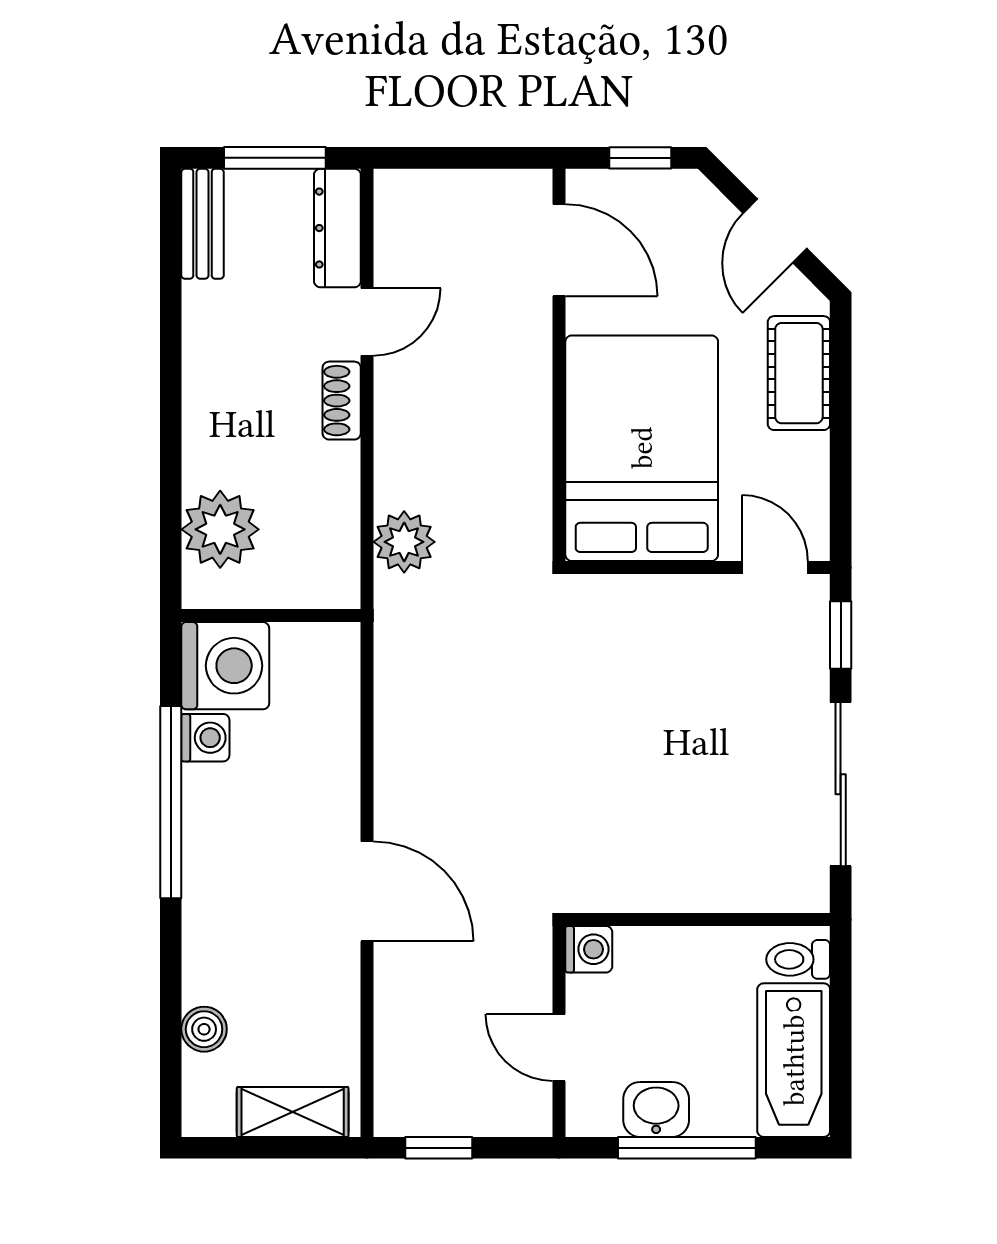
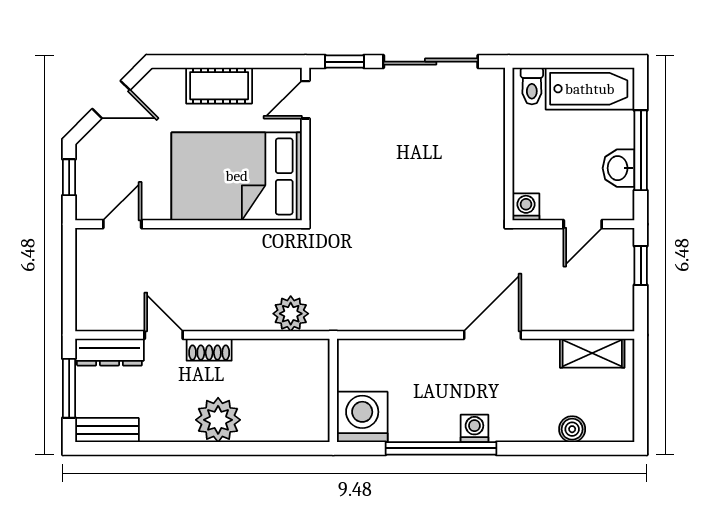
door: (559, 250) -> (122, 224), width x0.73
cot: (799, 373) -> (219, 86), moved
plant: (220, 529) -> (218, 420), moved
washing machine: (205, 738) -> (474, 428), moved
shelving: (293, 1112) -> (592, 353), moved, turned 90
window: (439, 1148) -> (641, 265), moved

